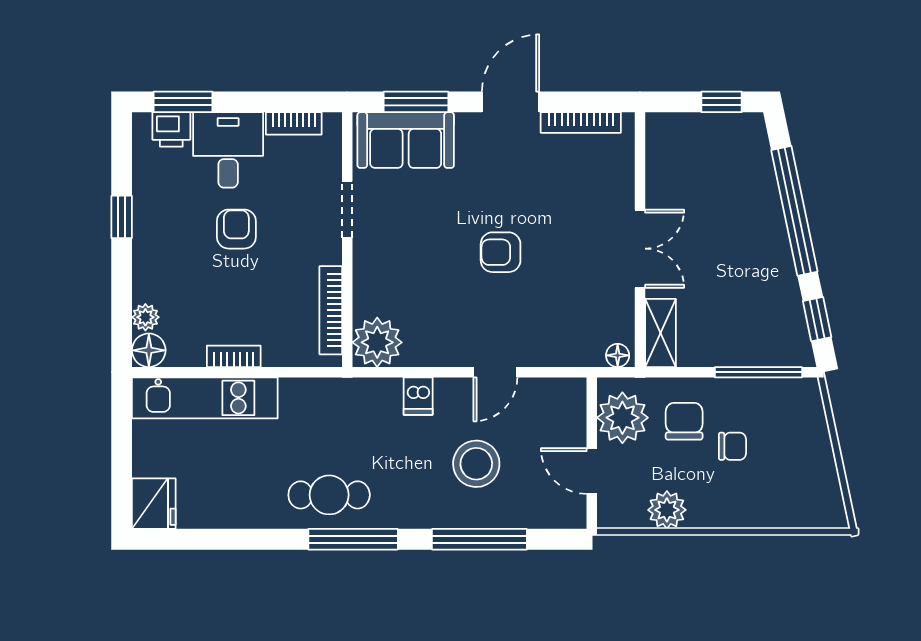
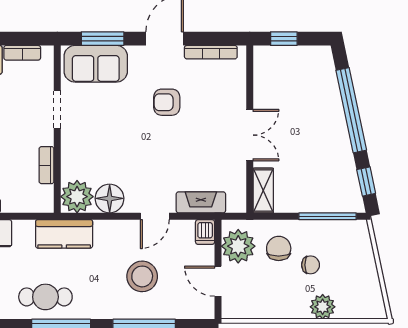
window: (722, 102) -> (284, 39), moved
armchair: (501, 252) -> (167, 102), moved
bookcase: (331, 310) -> (47, 165), width x0.64
fireplace: (566, 351) -> (201, 202), added
floor lamp: (618, 355) -> (110, 198), moved, width x1.89, depth x1.89
dishwasher: (418, 396) -> (205, 232), moved
kitchen counter: (357, 399) -> (64, 234), added
plant: (667, 510) -> (323, 307), moved

